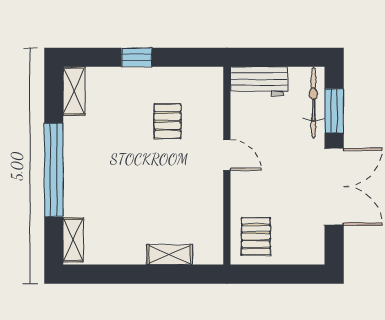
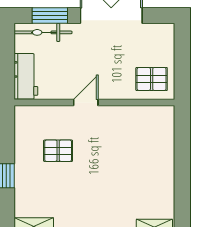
shelving: (170, 255) -> (166, 149), removed

